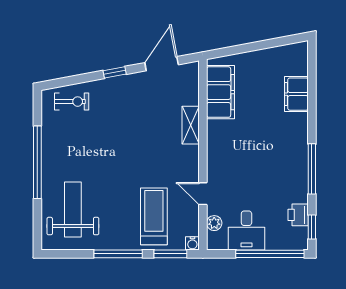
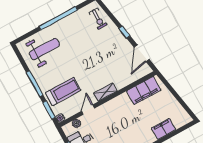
door: (162, 64) -> (142, 53), swing flipped
shelving: (191, 125) -> (105, 92), moved

